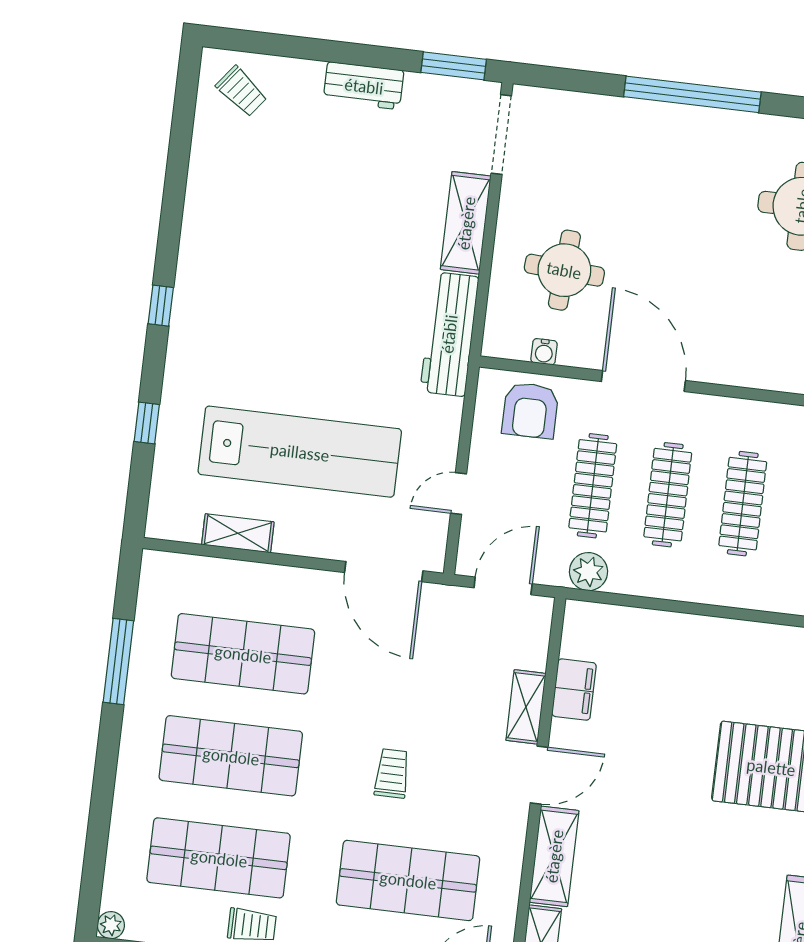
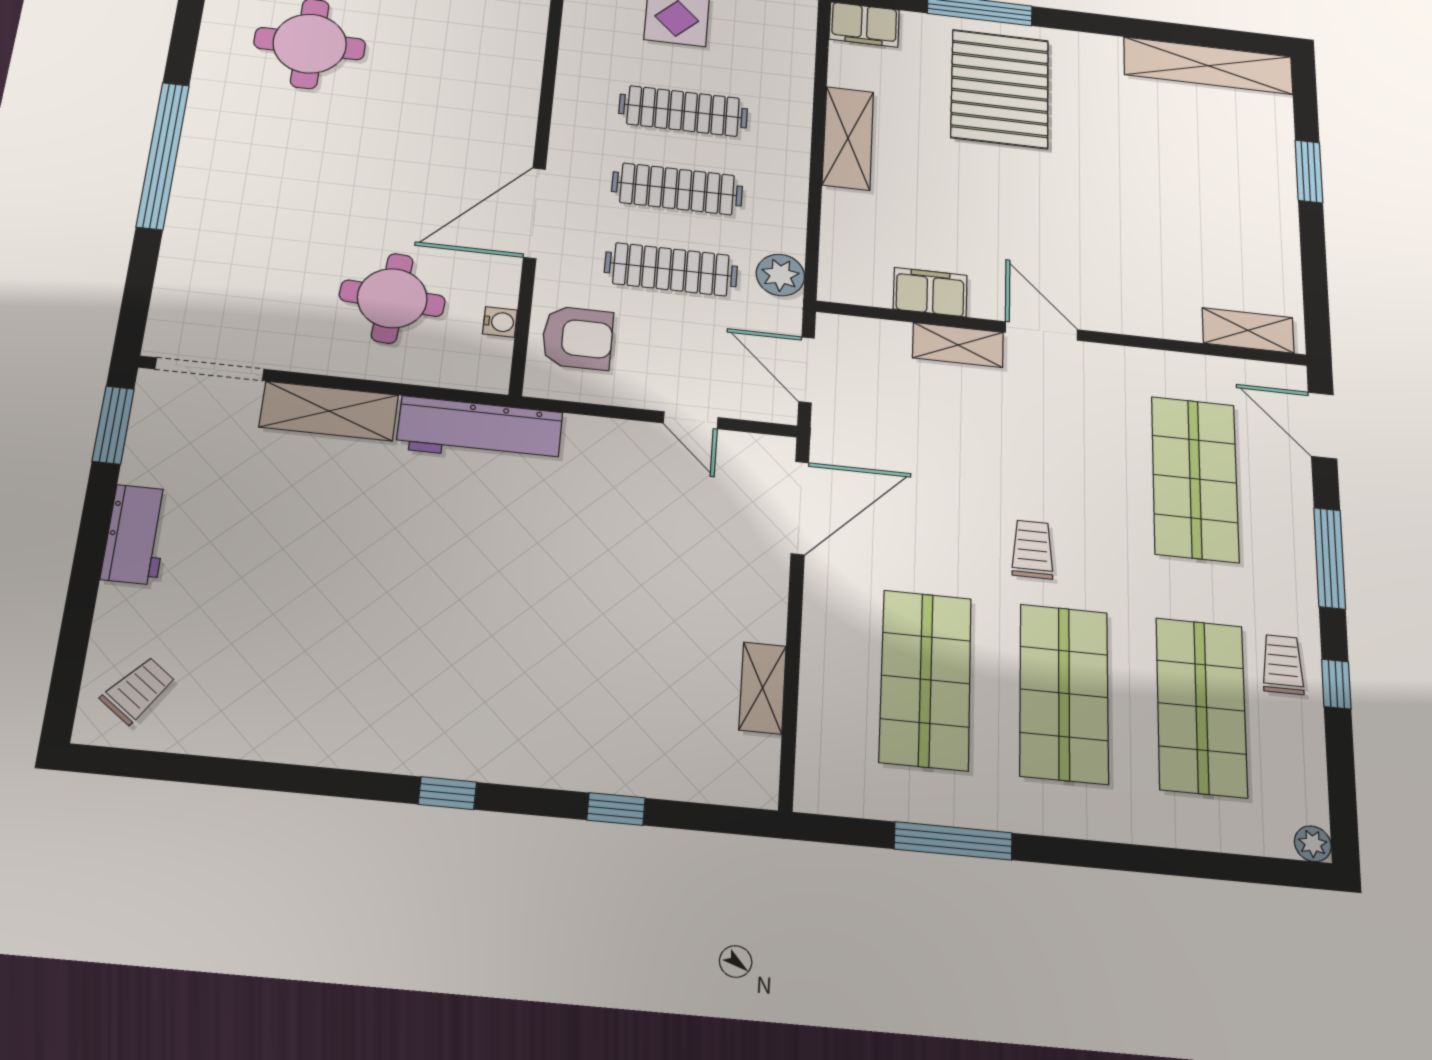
lab bench: (300, 452) -> (646, 611), removed
trolley: (392, 773) -> (1032, 549), moved, turned 90
shelving: (554, 856) -> (848, 138), moved, turned 90

